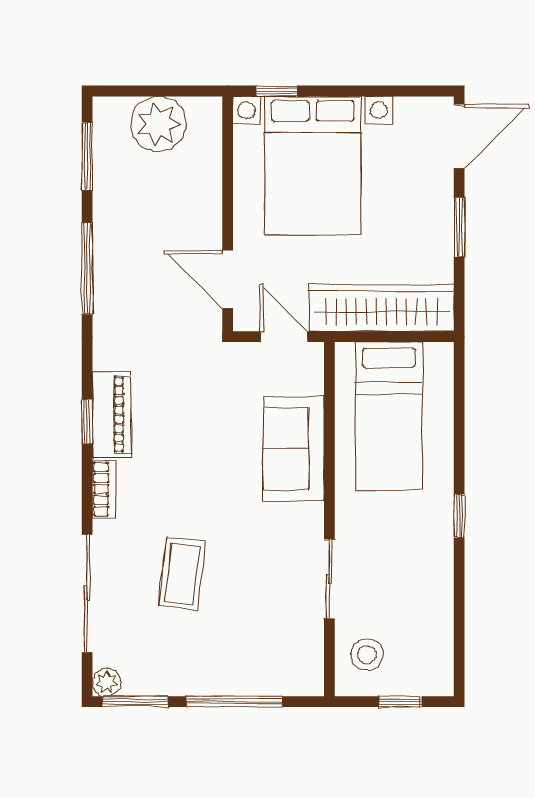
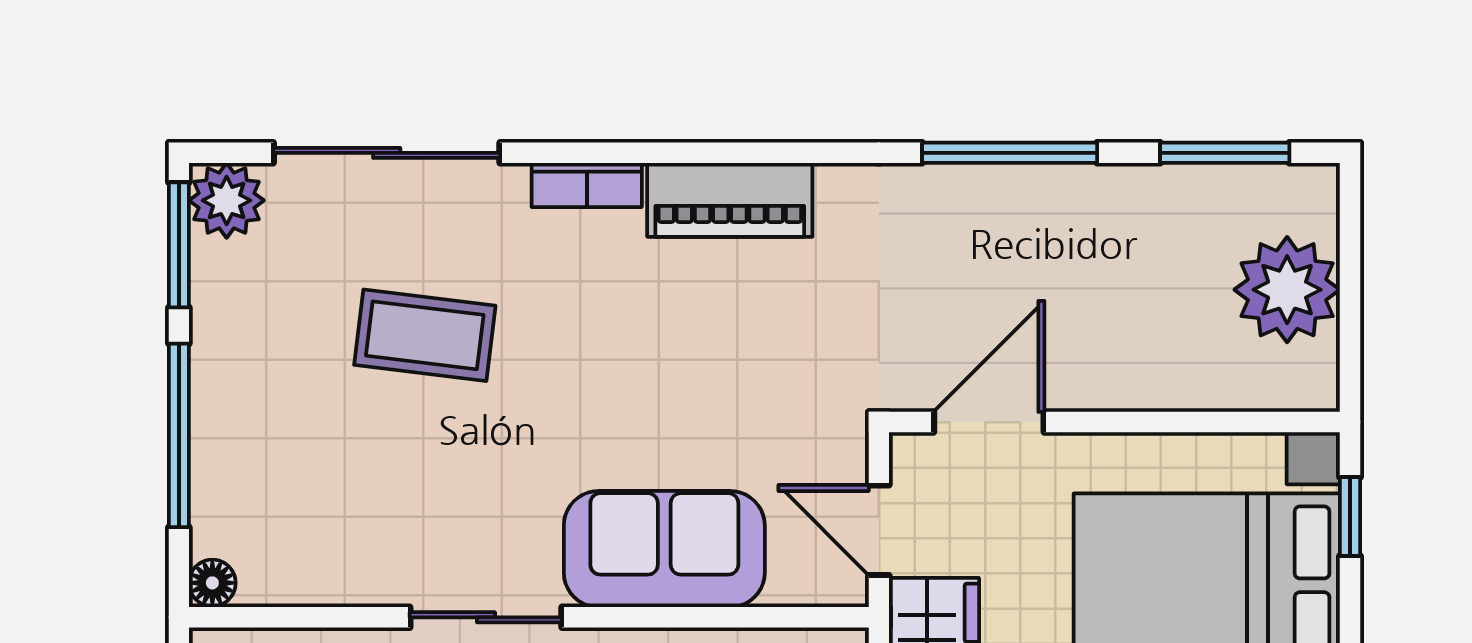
door: (284, 337) -> (879, 530), swing flipped
window: (87, 422) -> (716, 153), removed
sliding door: (329, 579) -> (486, 617), moved
plant: (107, 682) -> (227, 200), width x1.38, depth x1.38
floor lamp: (311, 684) -> (212, 583), added

